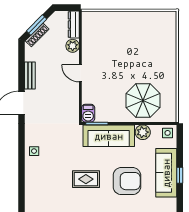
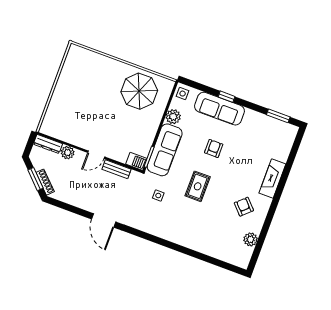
bench: (30, 75) -> (117, 169), moved
parasol: (143, 101) -> (139, 91), moved
side table: (34, 151) -> (158, 196), moved
armchair: (127, 181) -> (214, 148), width x0.53, depth x0.53

